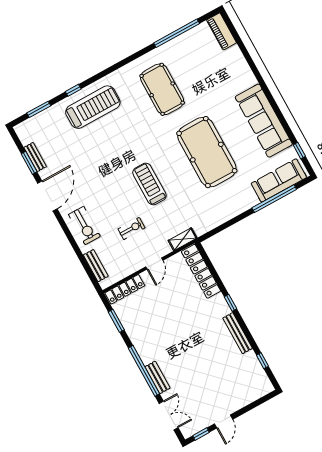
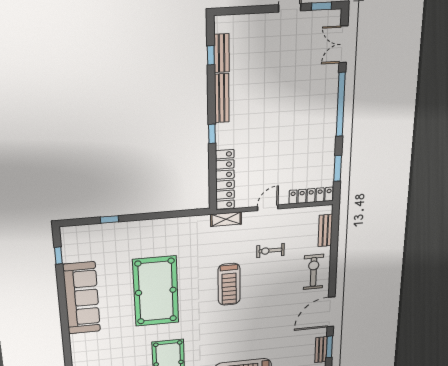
sofa: (279, 180) -> (95, 235), removed
window: (274, 199) -> (109, 219), width x0.32
bench: (157, 377) -> (222, 53), moved

